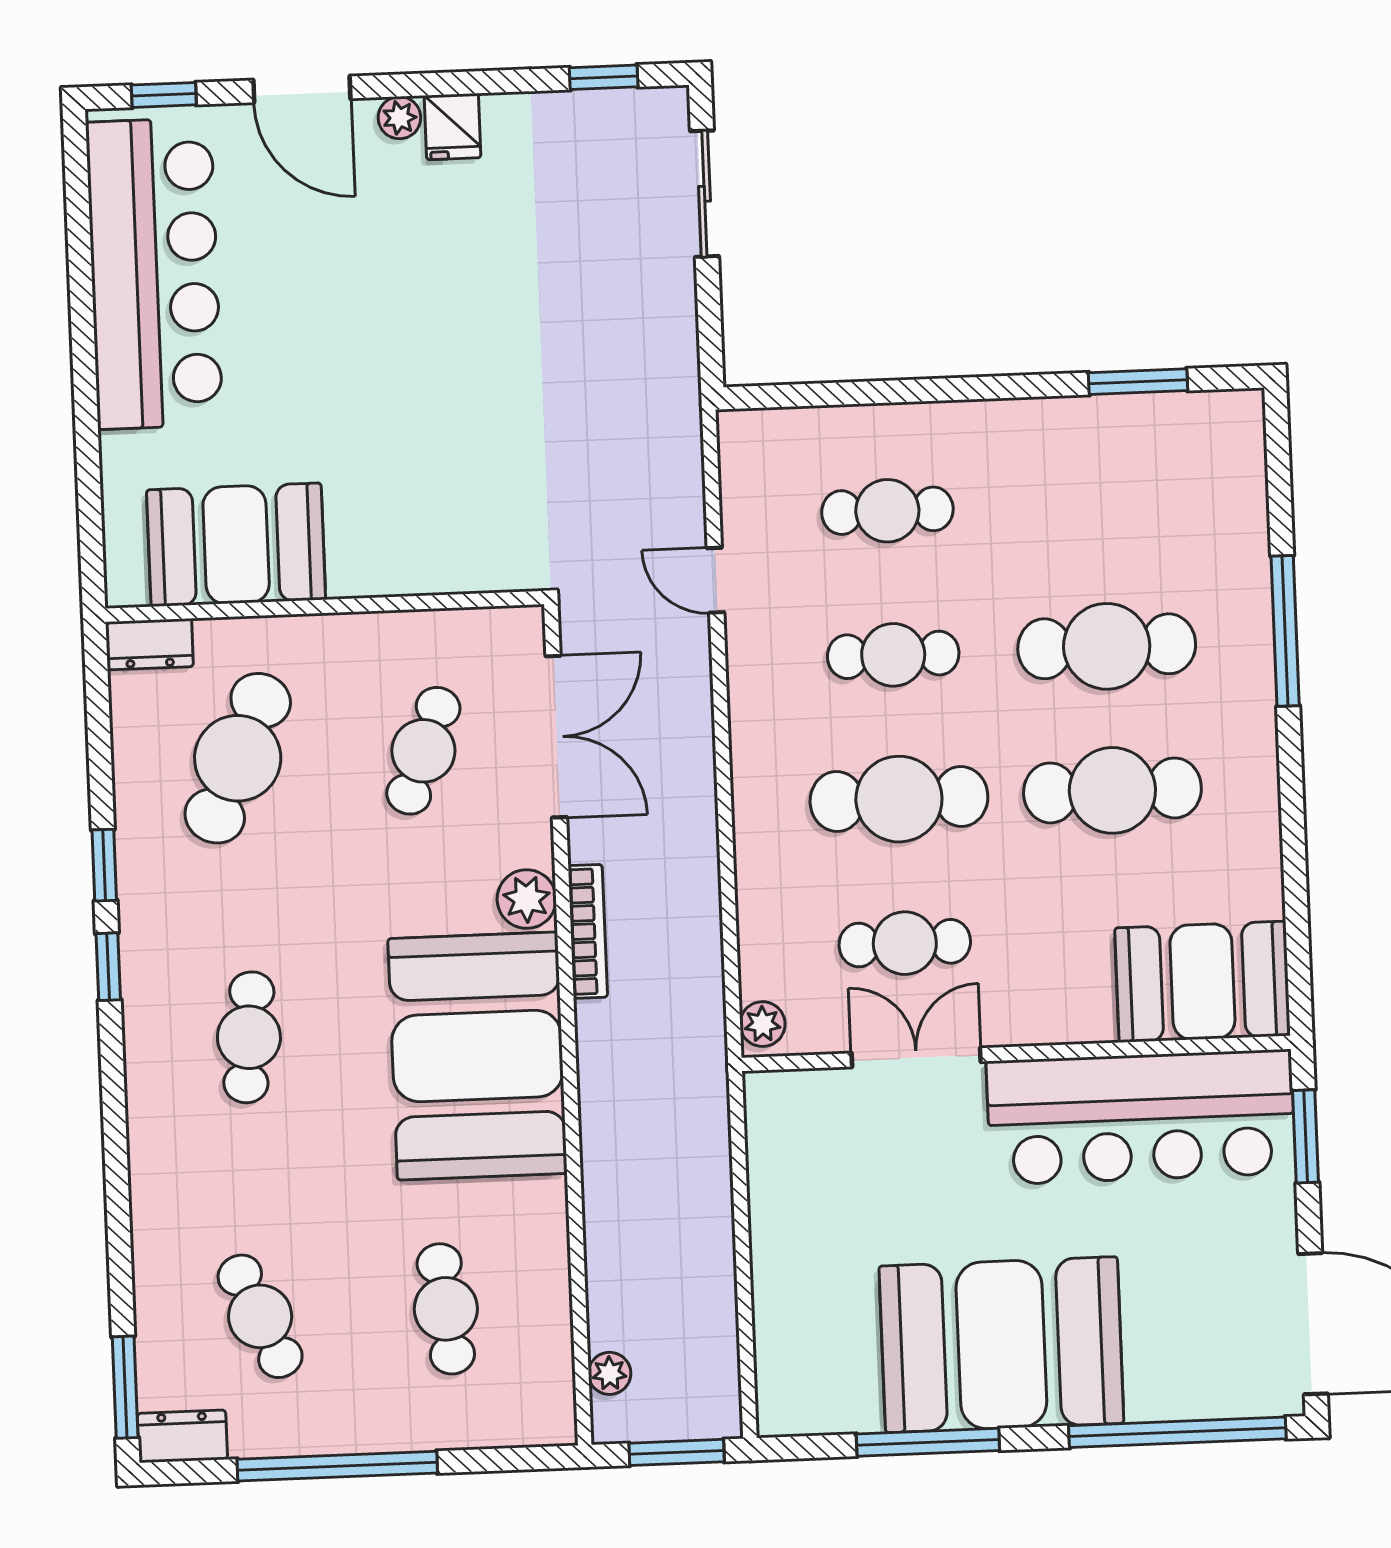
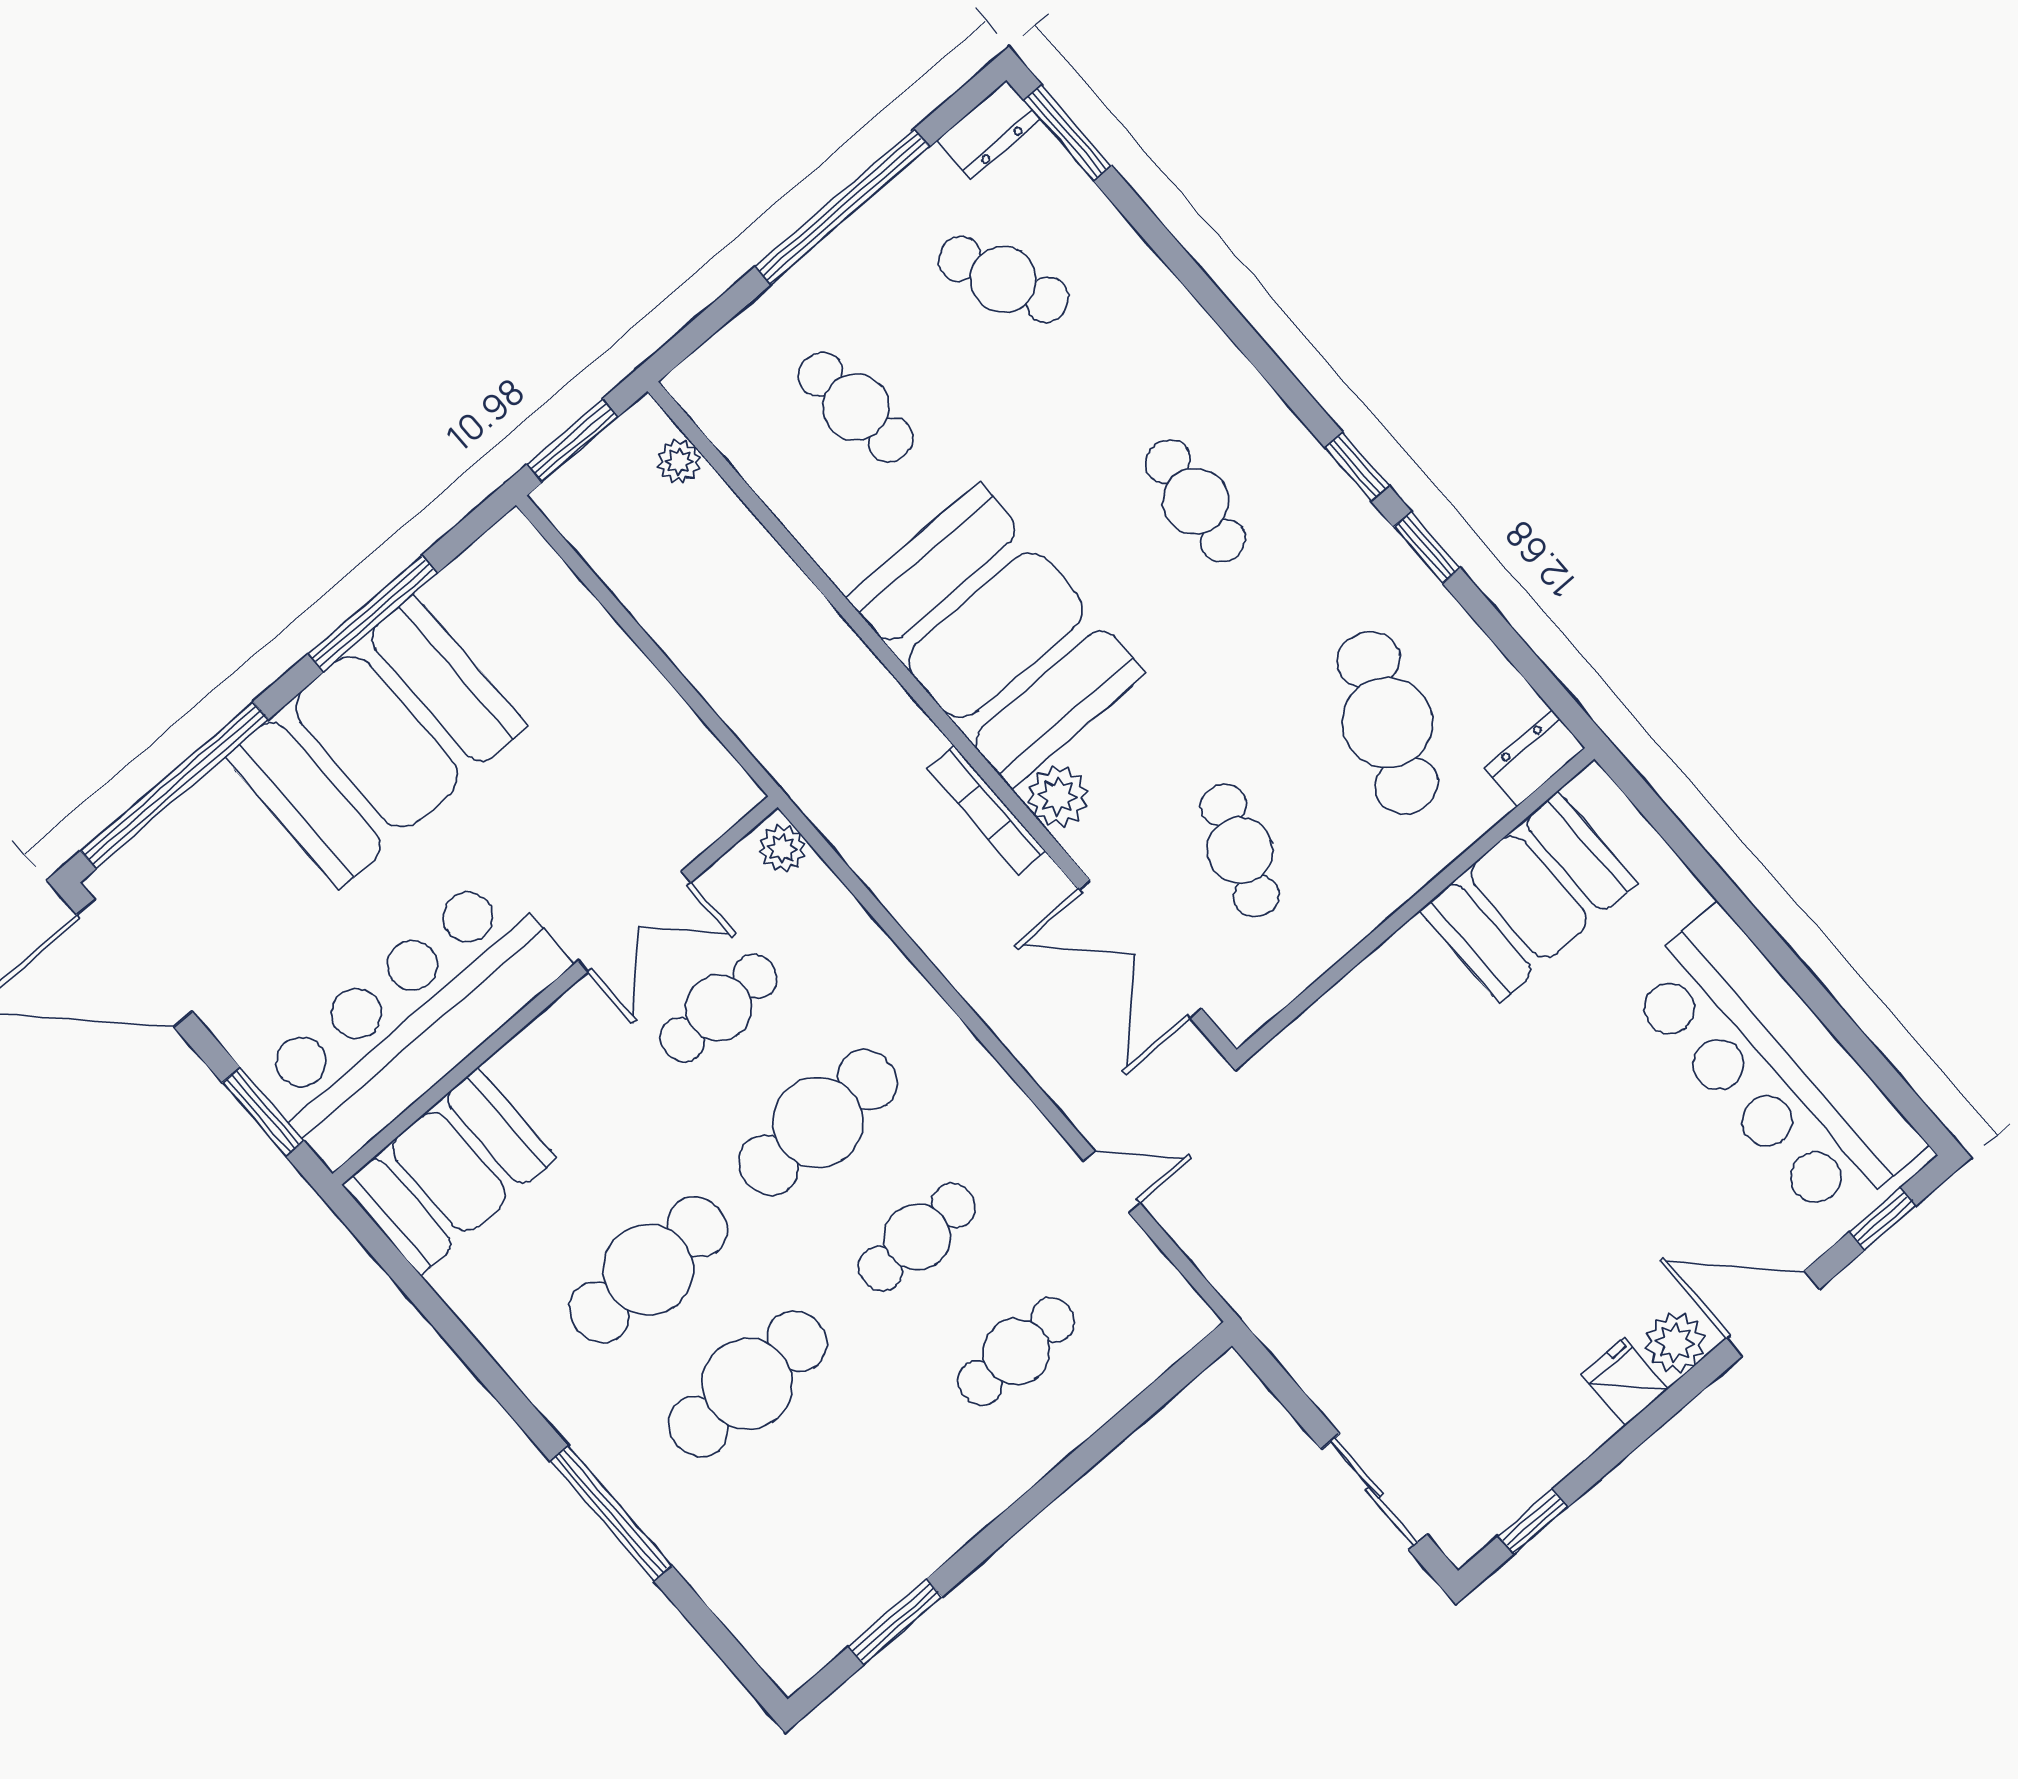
plant: (399, 118) -> (1675, 1343), width x1.38, depth x1.38

